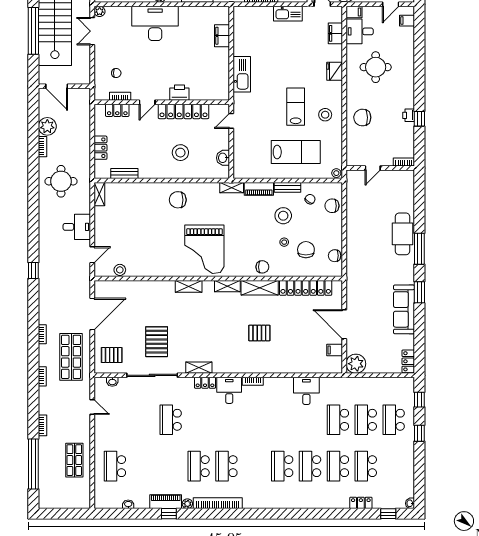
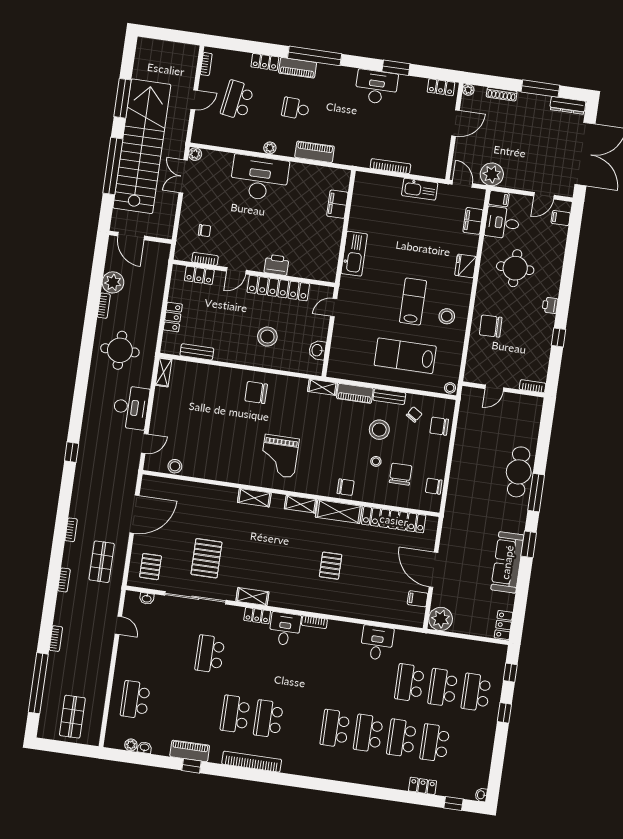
printer: (409, 115) -> (550, 305), moved
lab bench: (296, 152) -> (405, 356), turned 180
desk: (77, 227) -> (131, 407), width x1.37
grand piano: (204, 249) -> (279, 456), width x0.73, depth x0.68
pallet: (259, 333) -> (331, 566), turned 90
pallet: (112, 355) -> (151, 567), turned 90
shop shelf: (71, 357) -> (102, 562), width x0.70, depth x0.74
shop shelf: (74, 460) -> (72, 717), moved
plant: (187, 504) -> (131, 745), moved

